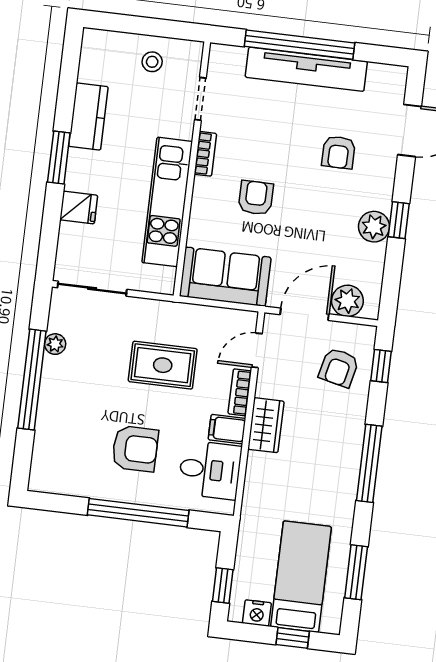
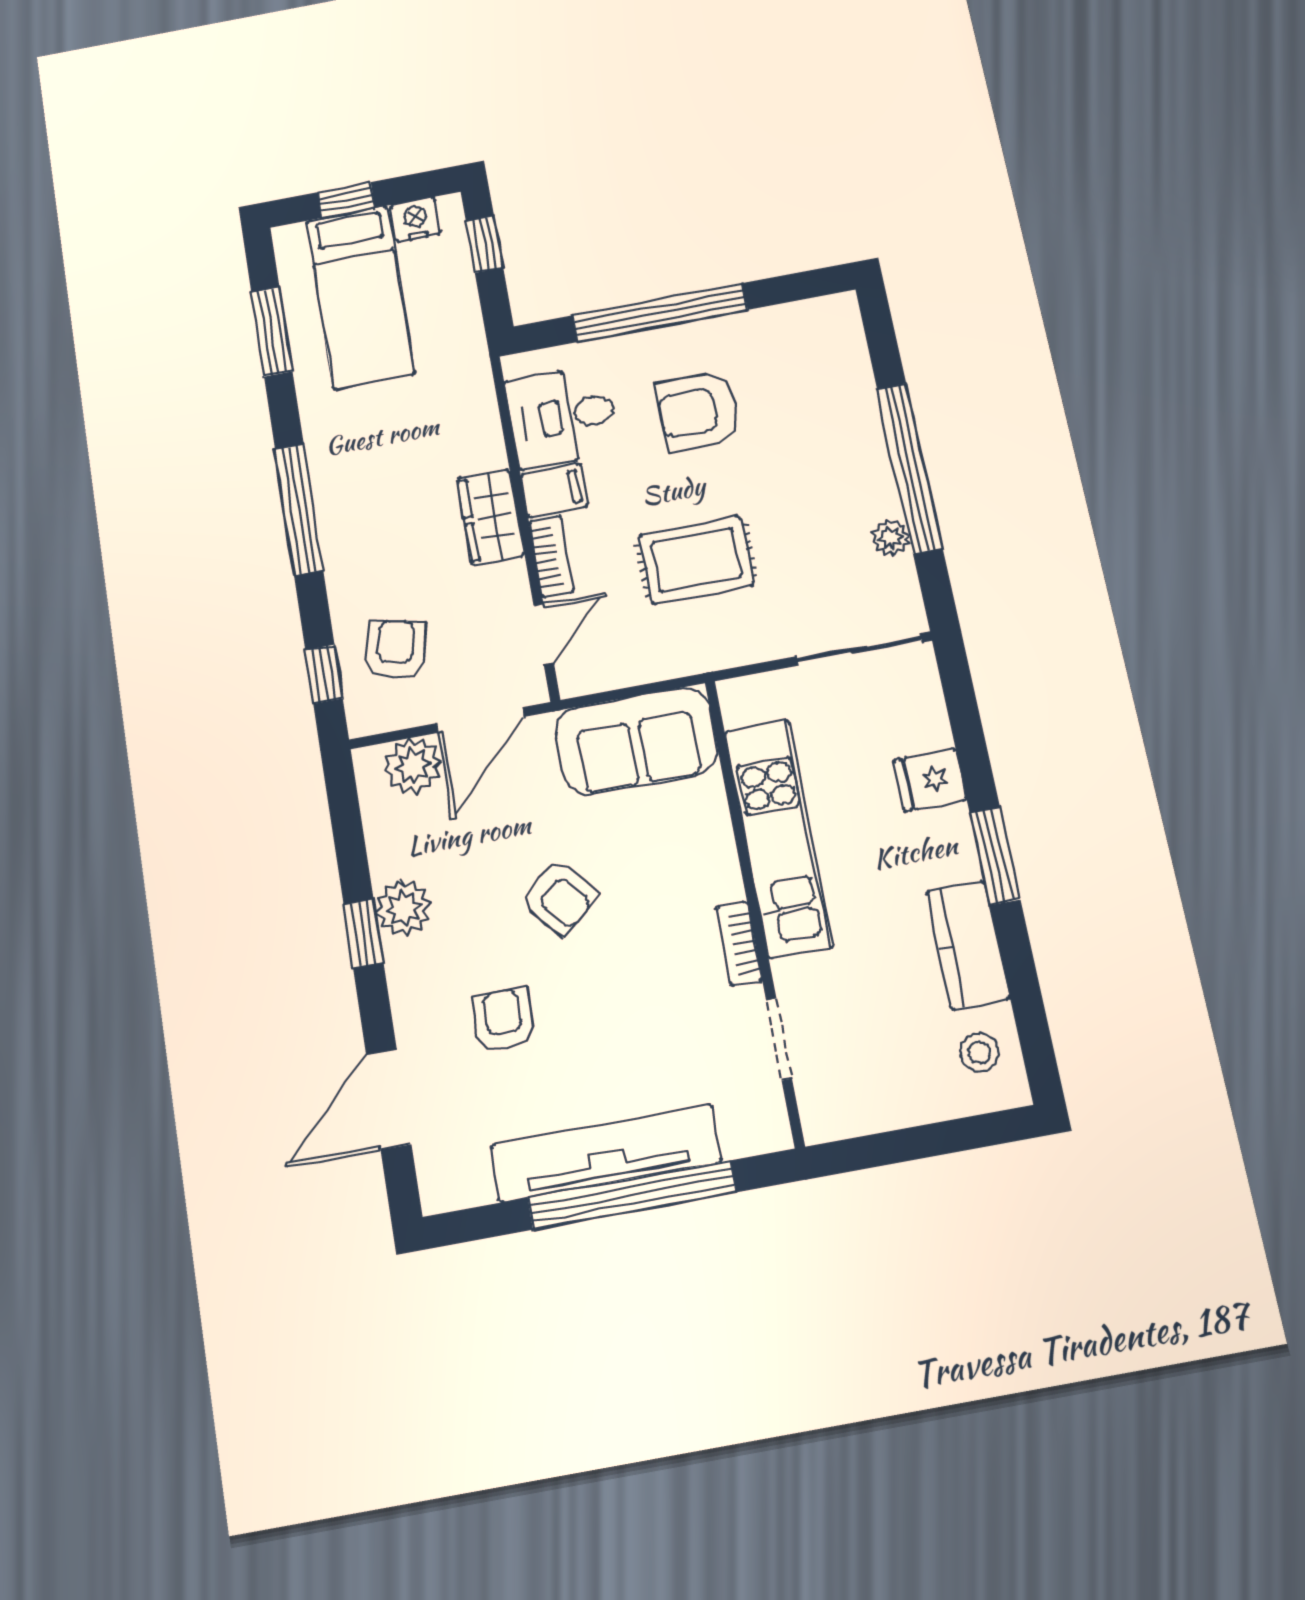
stool: (152, 62) -> (979, 1053), moved
armchair: (256, 198) -> (559, 897), moved, turned -40

